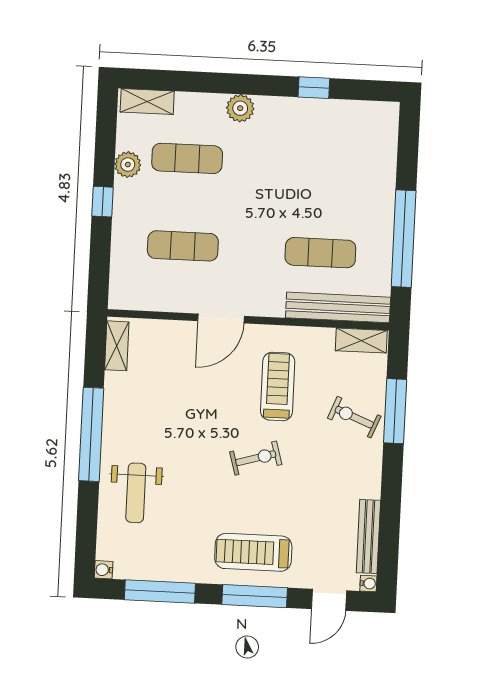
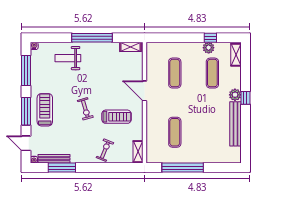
window: (314, 88) -> (245, 98), moved
window: (103, 202) -> (210, 38), moved
bench: (338, 307) -> (236, 124), moved
window: (395, 411) -> (62, 168), moved

